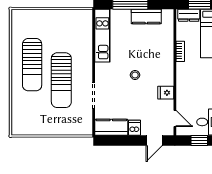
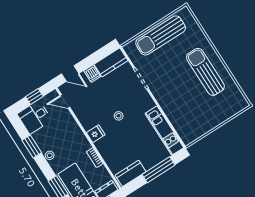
kitchen counter: (146, 17) -> (131, 173), moved
sun lounger: (61, 80) -> (161, 35), moved, turned -90
fridge: (166, 93) -> (96, 134), moved
door: (154, 140) -> (70, 74), swing flipped

